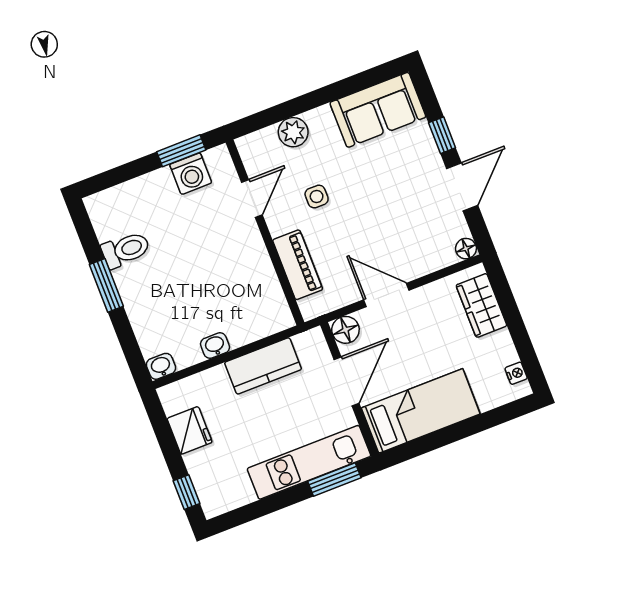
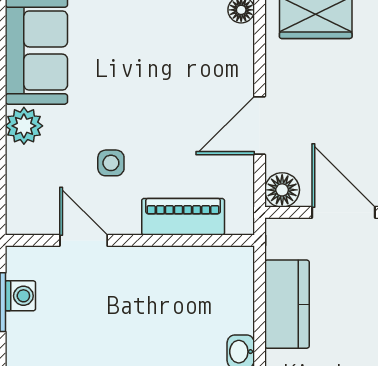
plant: (293, 132) -> (24, 126), moved
washing machine: (191, 174) -> (20, 296), width x0.73, depth x0.73

